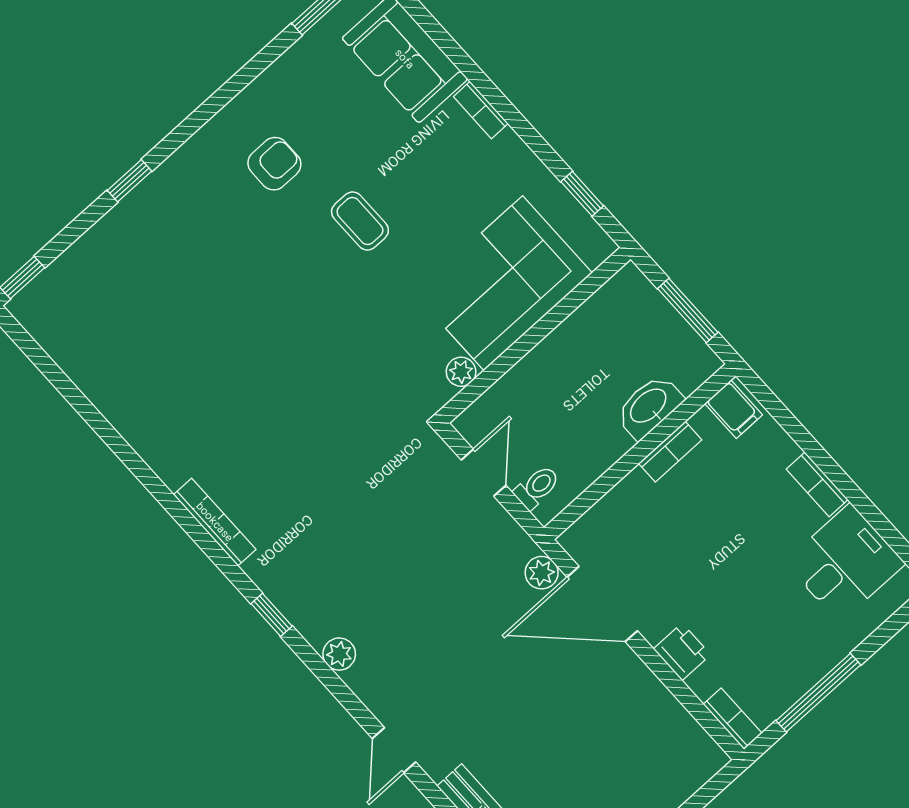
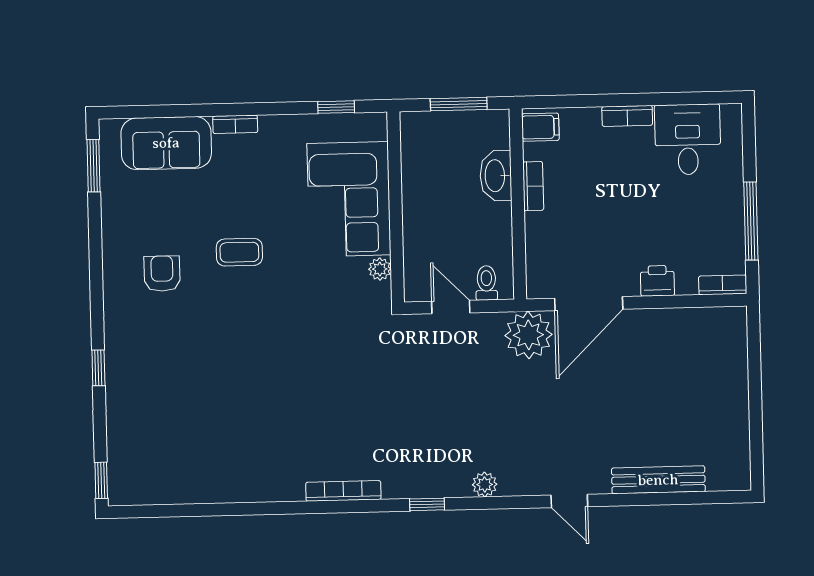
plant: (542, 573) -> (528, 335), width x1.88, depth x1.88

